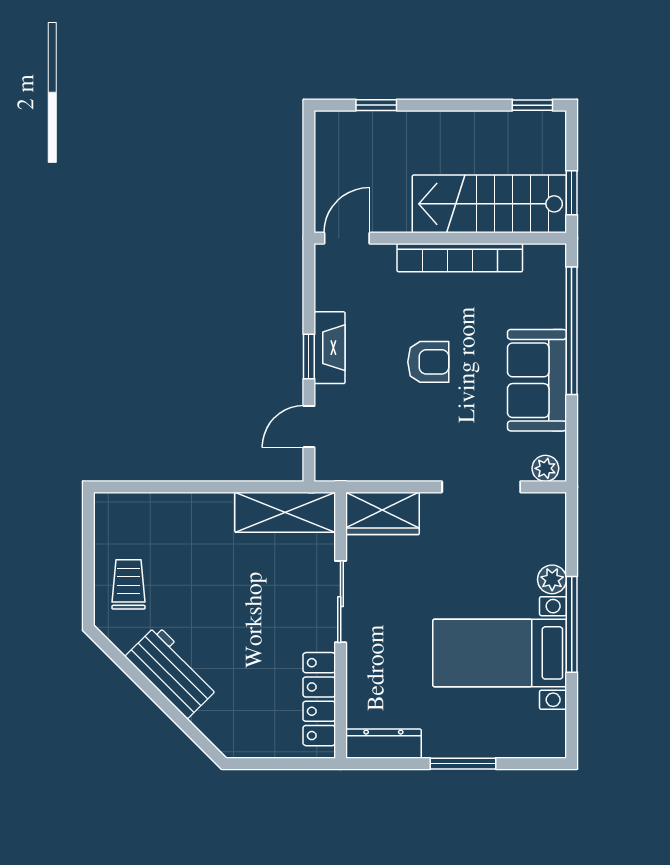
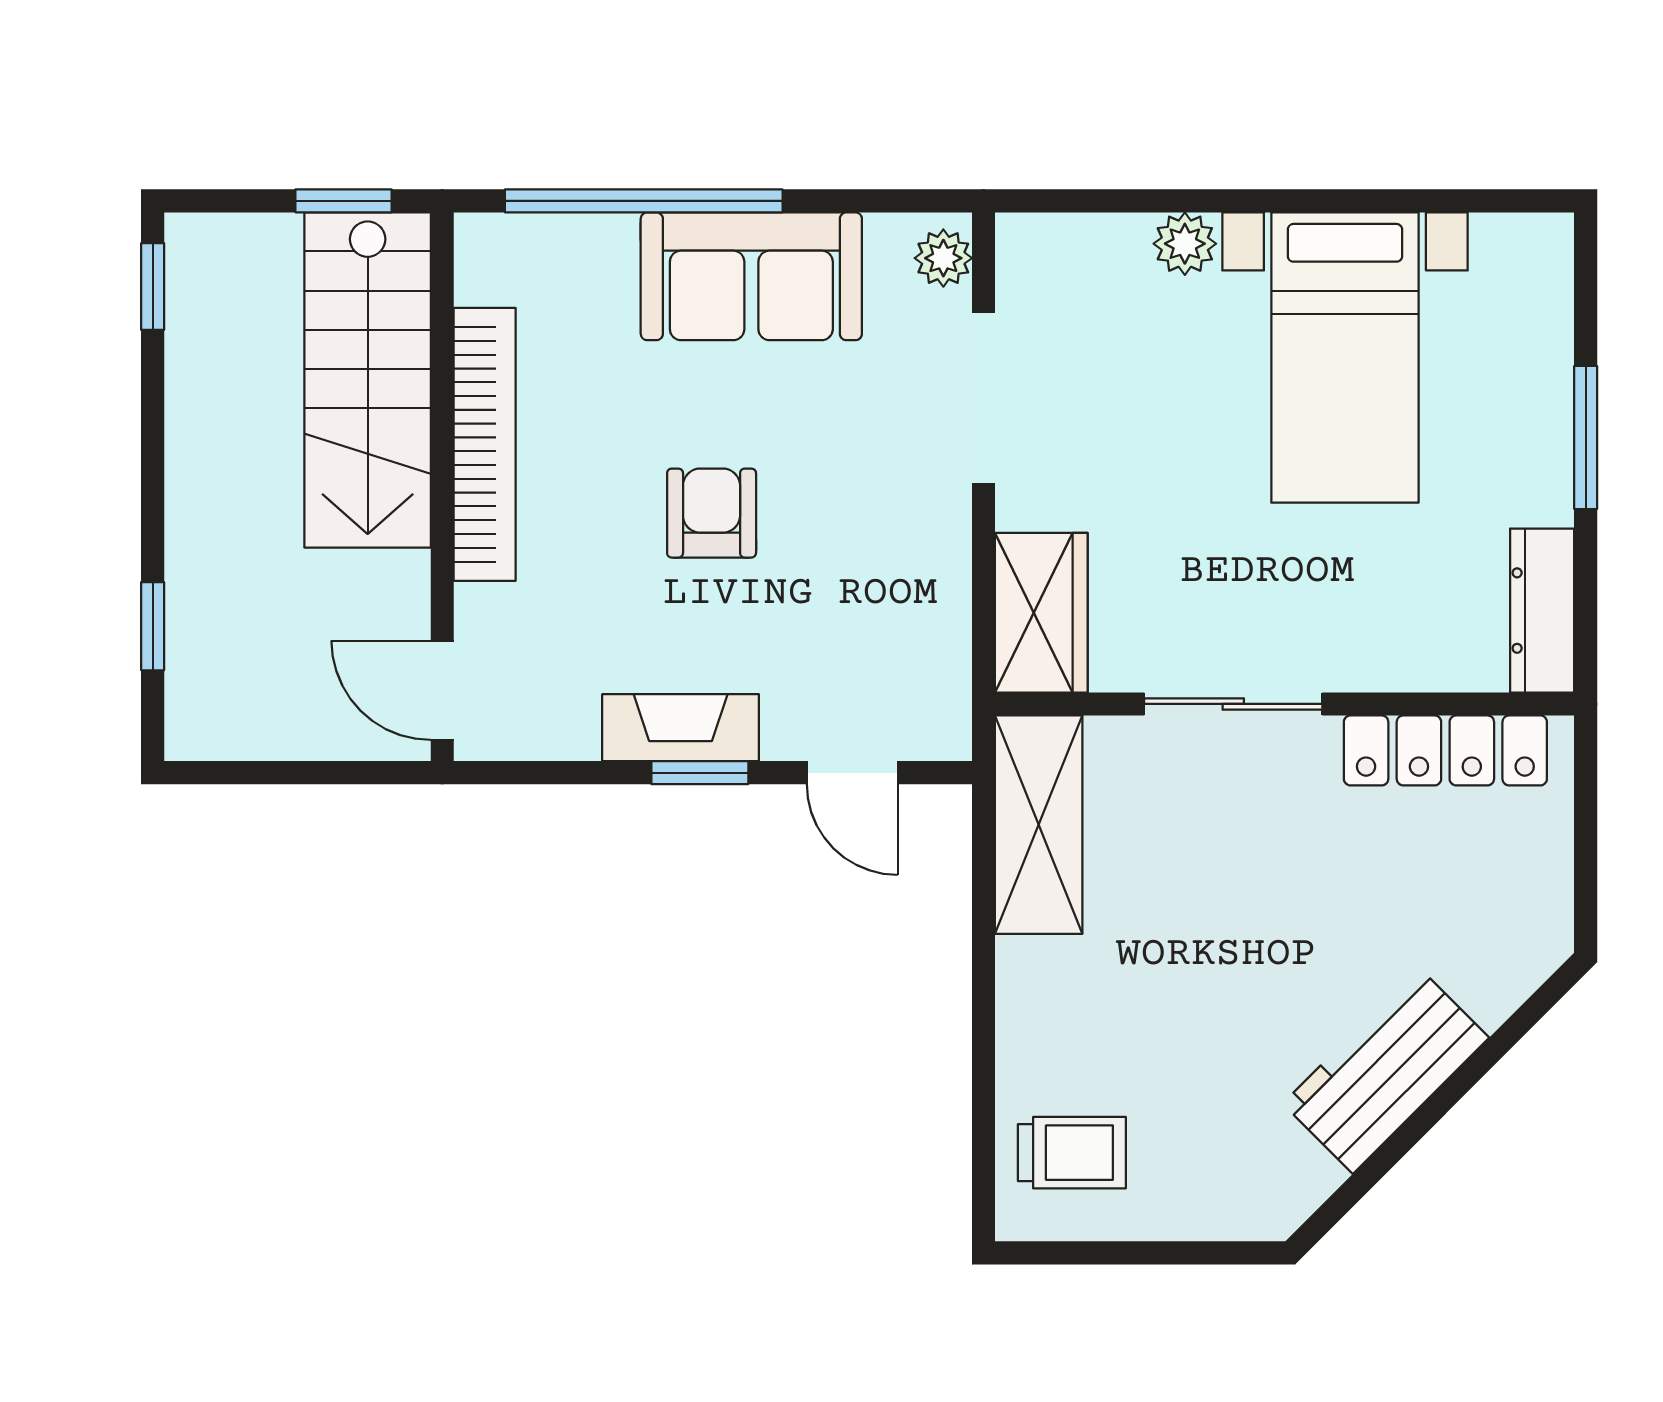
trolley: (128, 584) -> (1072, 1153), moved, turned 180
window: (572, 624) -> (1283, 201), removed

